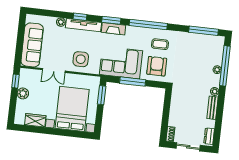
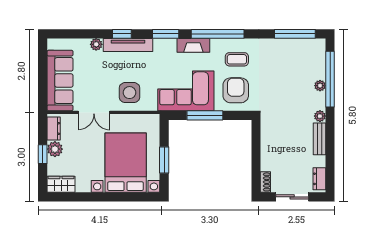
fireplace: (113, 29) -> (193, 45), moved
dresser: (24, 79) -> (54, 128), added
window: (15, 81) -> (43, 154), moved
window: (102, 95) -> (164, 160), moved
wardrobe: (35, 120) -> (61, 184), moved

